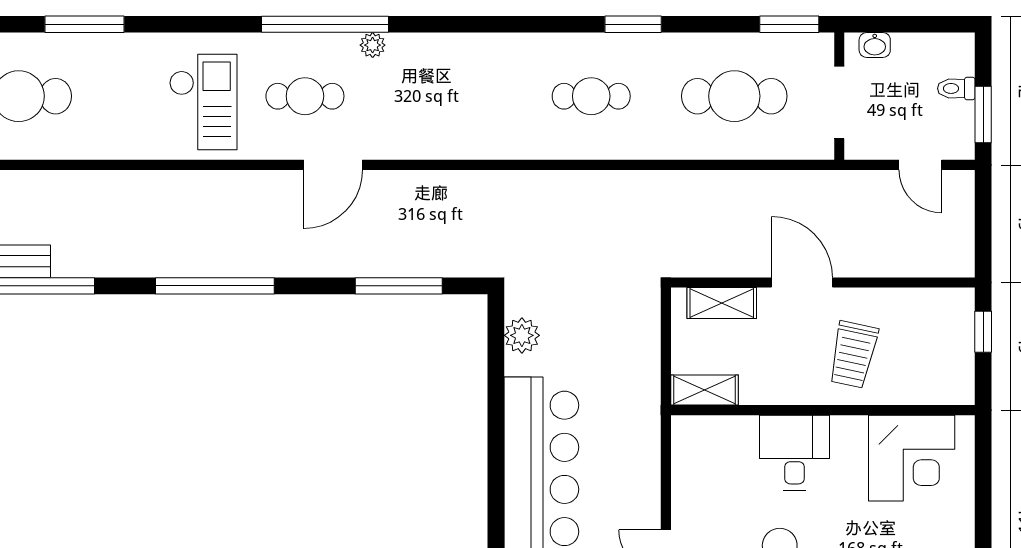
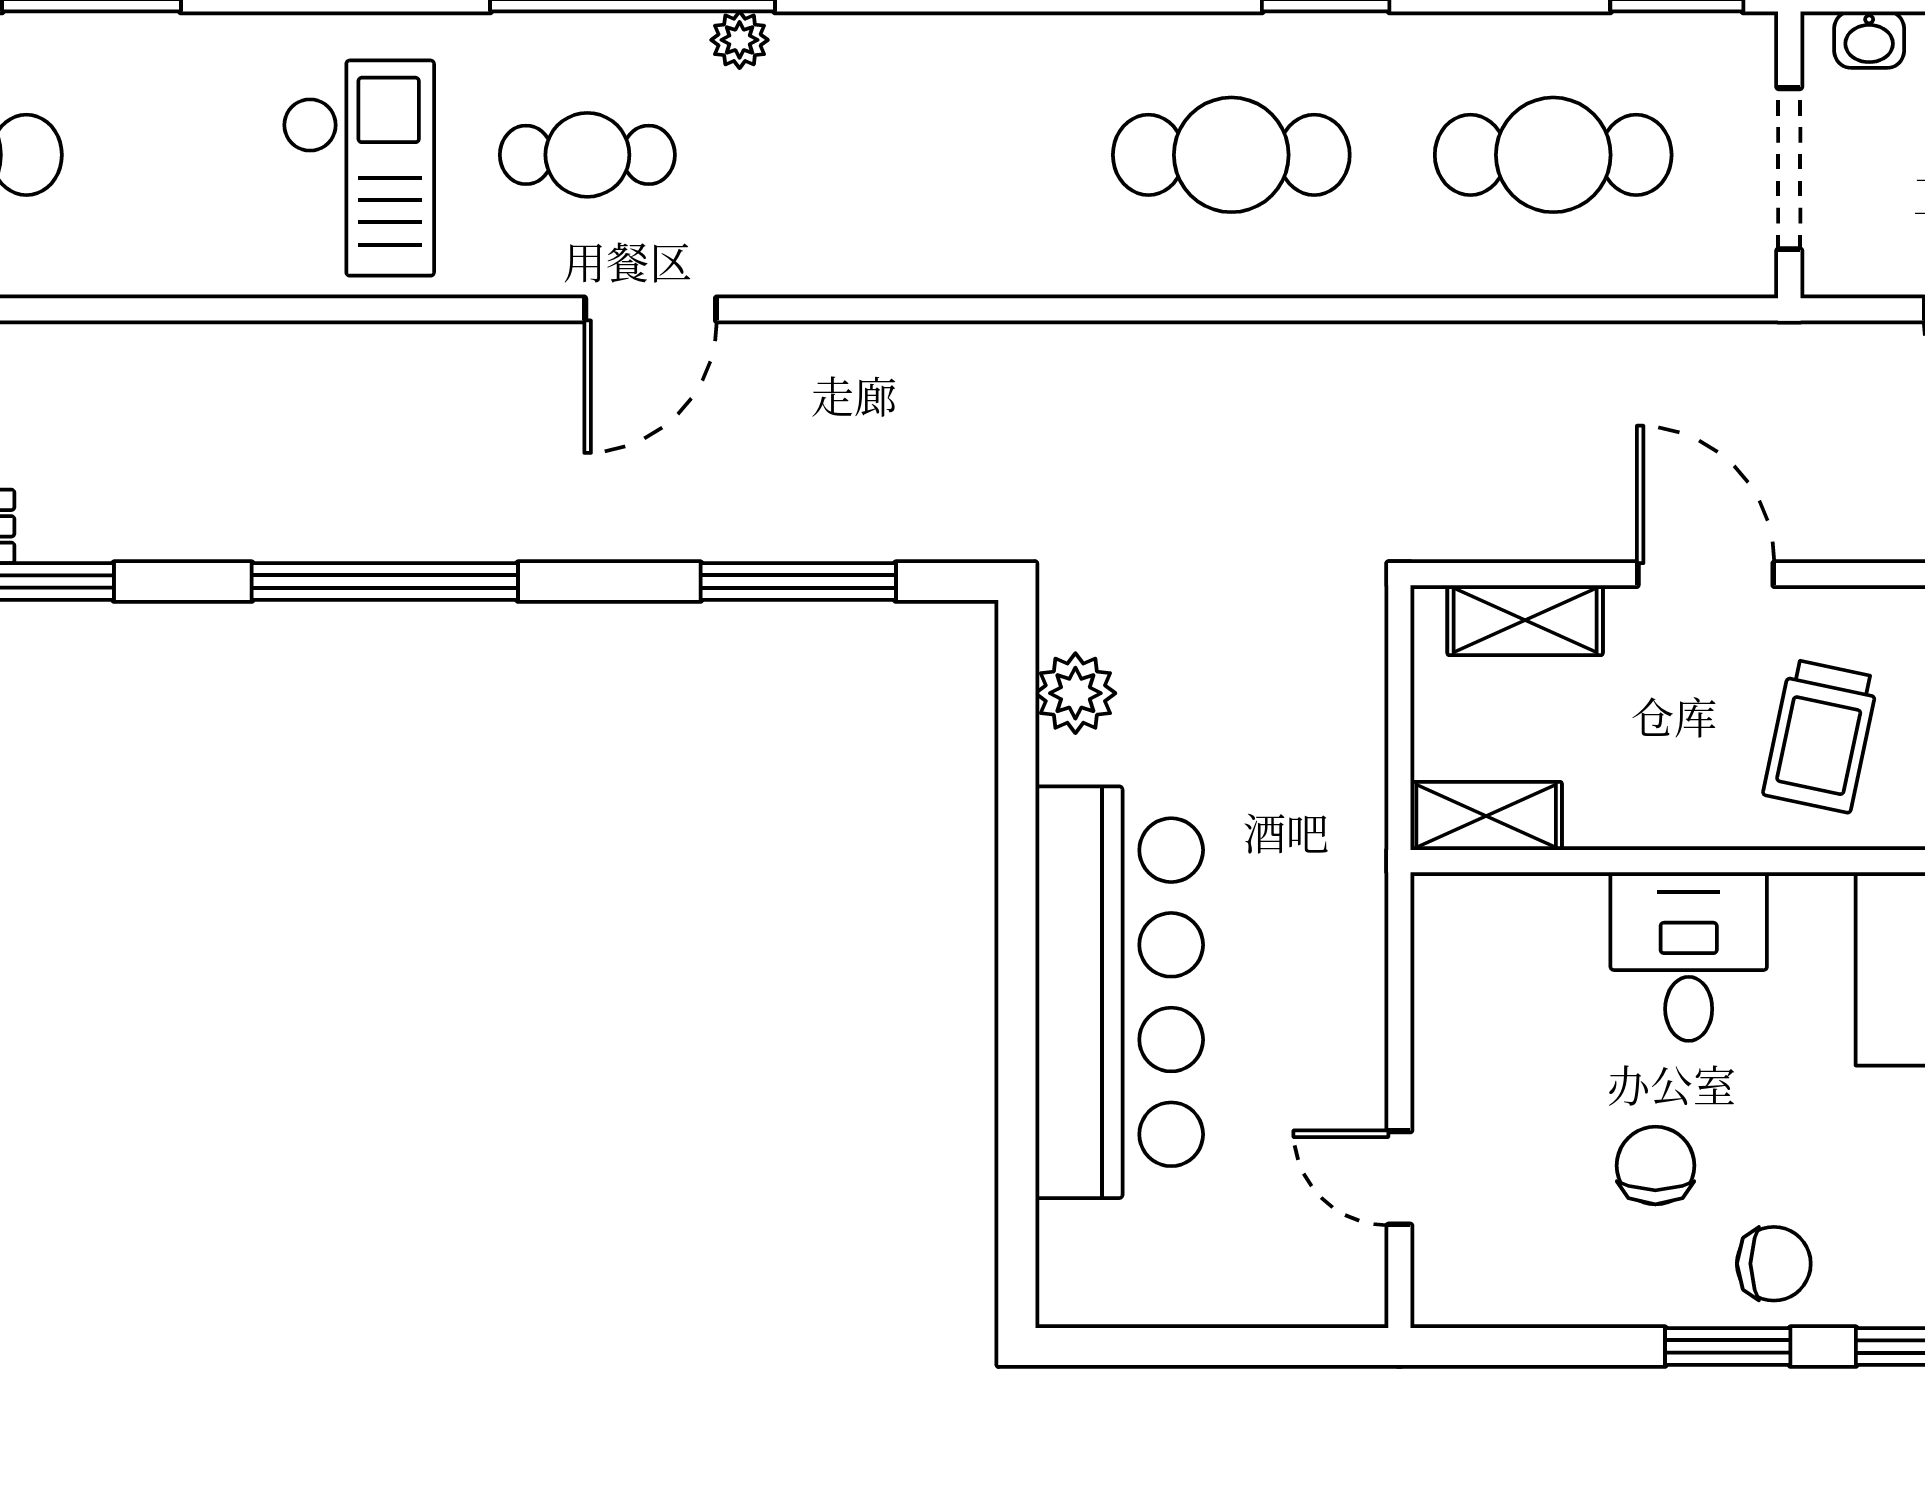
cafe table: (591, 96) -> (1231, 155), width x1.37, depth x1.35

